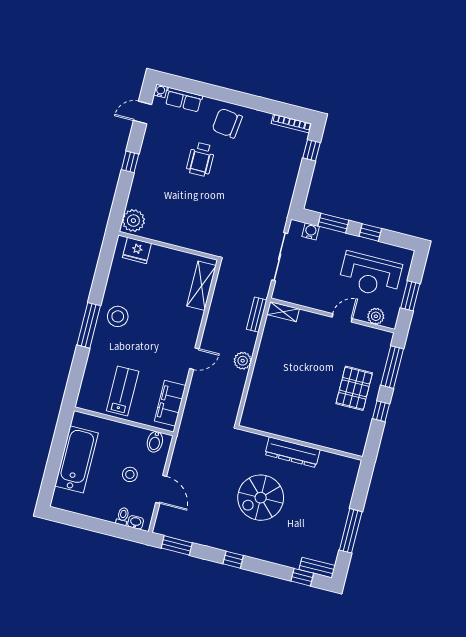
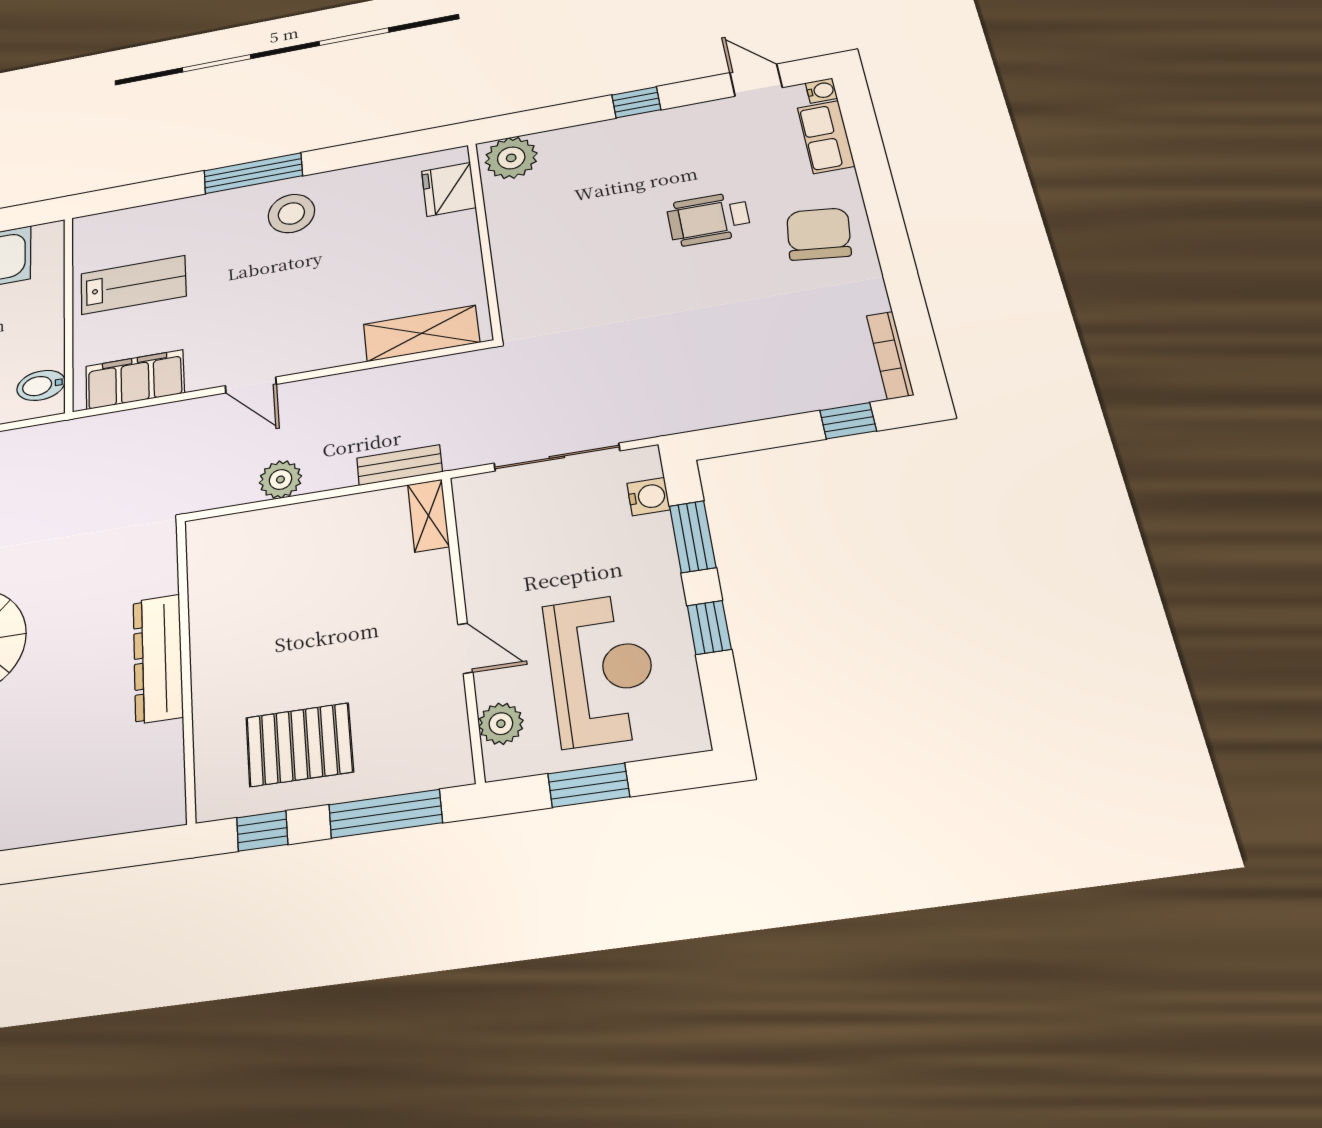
reception desk: (370, 275) -> (601, 670), turned 180
wall: (300, 443) -> (186, 667), moved
dresser: (292, 452) -> (158, 658), moved

